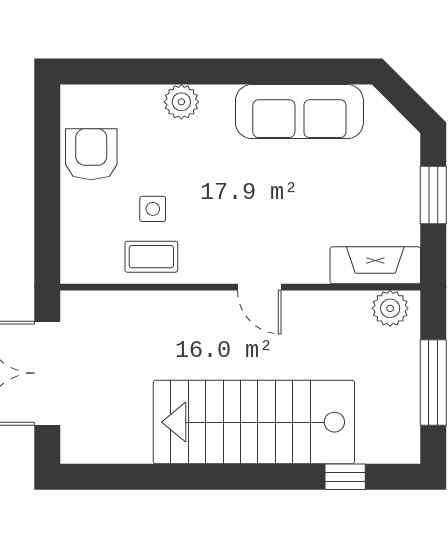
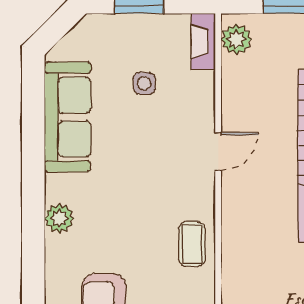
side table: (153, 209) -> (144, 83), moved
fireplace: (375, 265) -> (203, 42), width x0.73, depth x0.76

